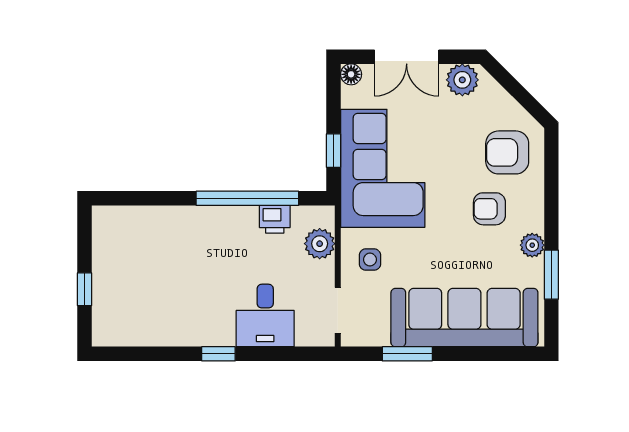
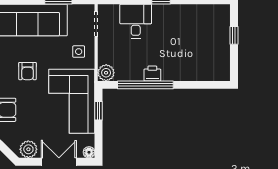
armchair: (489, 209) -> (28, 71), moved, turned 90
printer: (275, 219) -> (152, 73), moved
plant: (320, 244) -> (106, 73), moved

